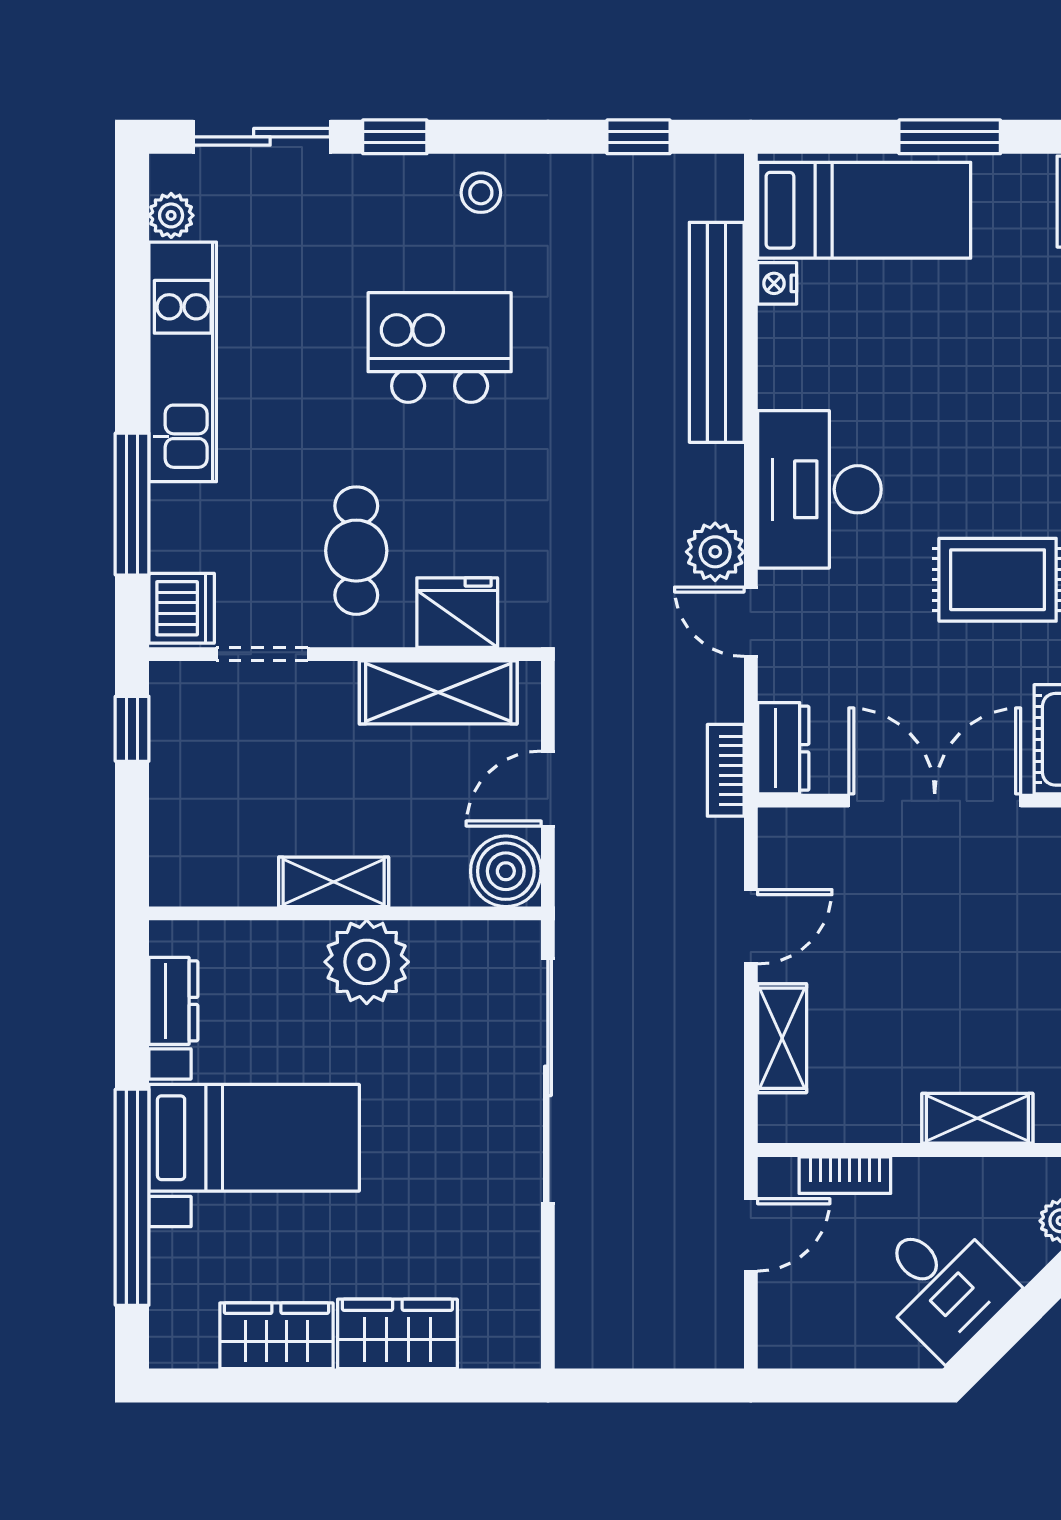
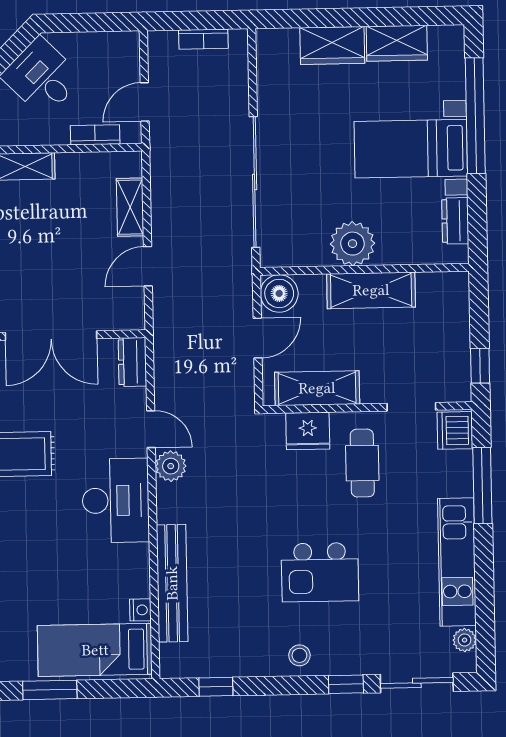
bookcase: (726, 770) -> (203, 39), moved, turned 90
shelving: (334, 882) -> (371, 290), width x1.50, depth x1.33

